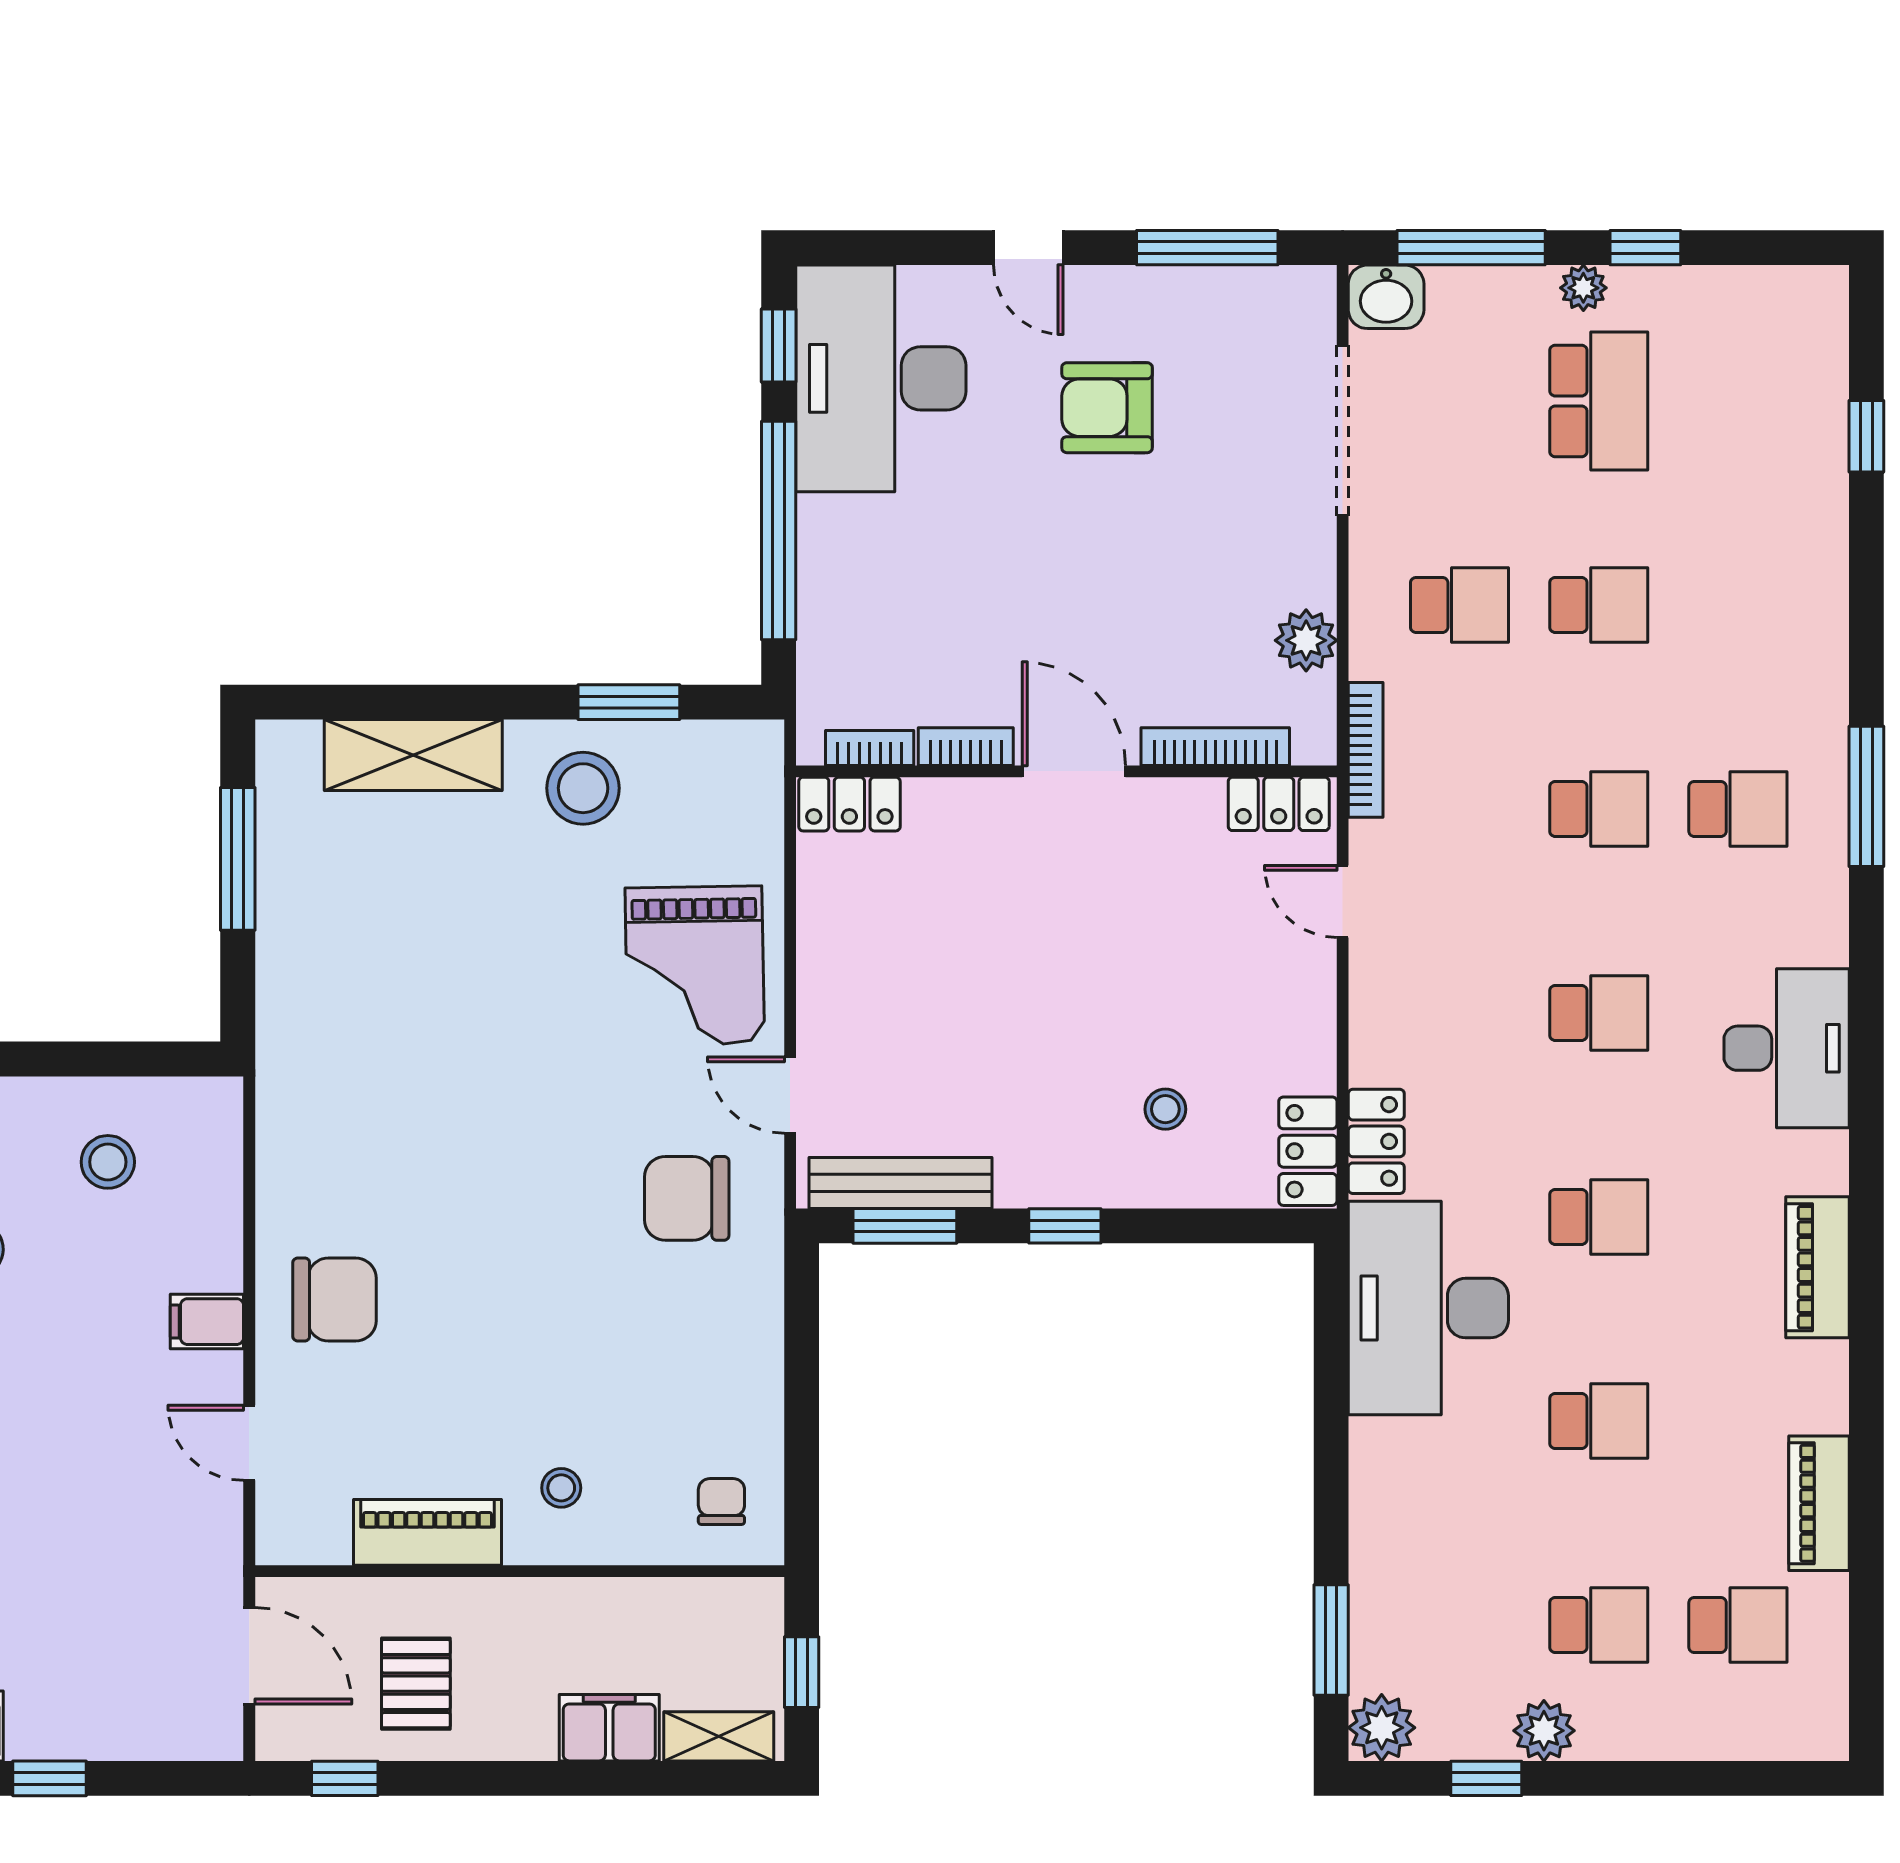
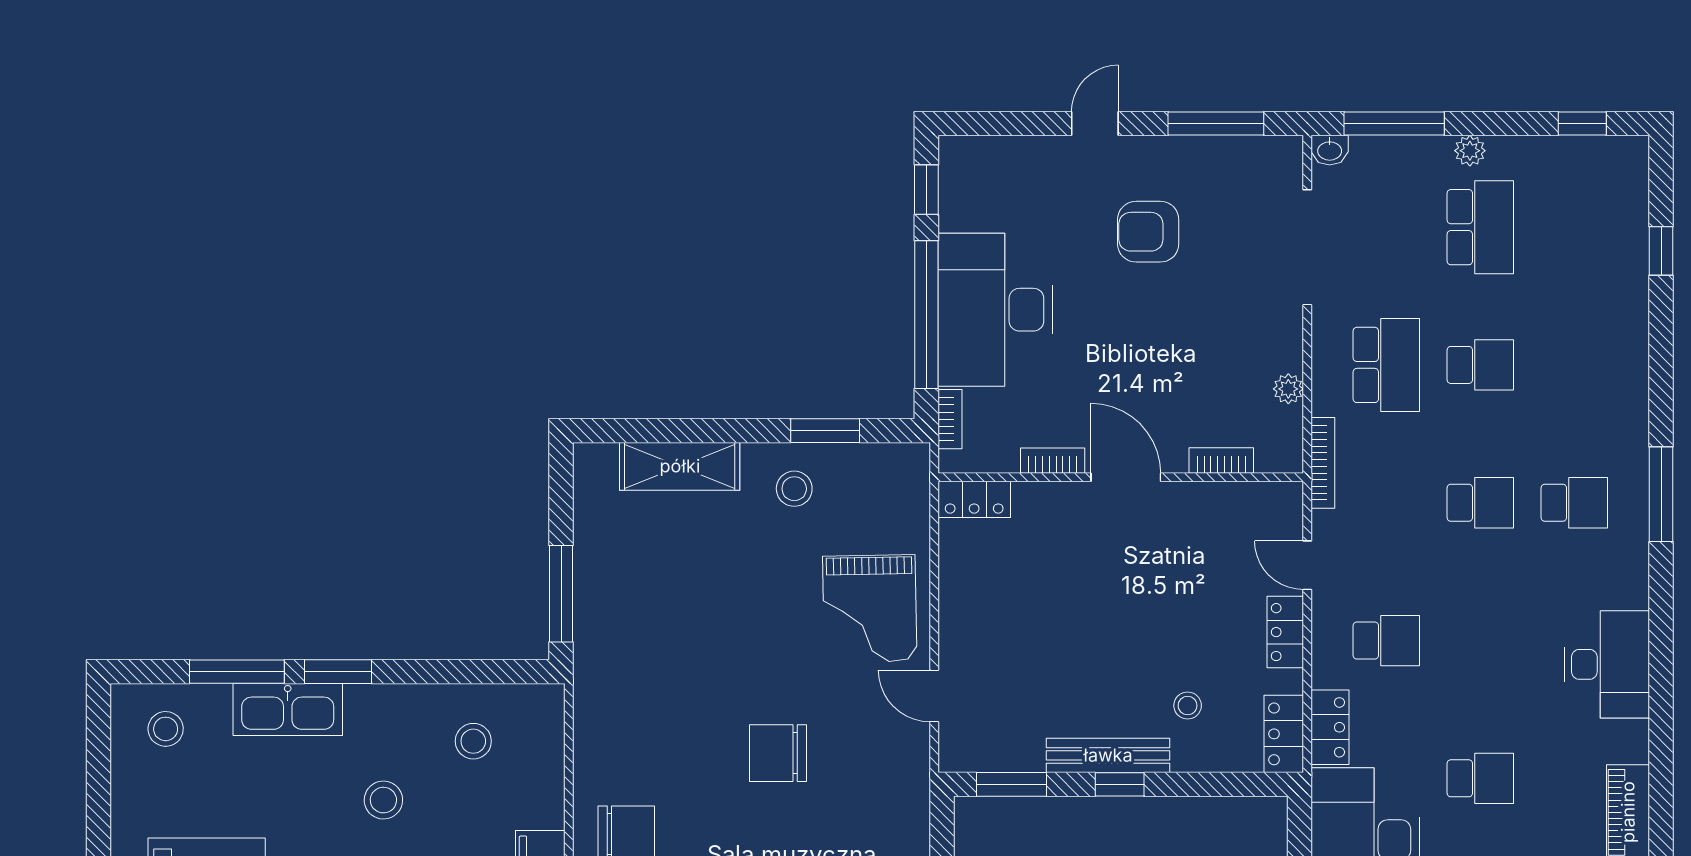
door: (1028, 248) -> (1095, 124), swing flipped
window: (1645, 248) -> (1582, 124), moved
washbasin: (1386, 297) -> (1330, 150), width x0.72, depth x0.69
desk: (881, 378) -> (995, 310), moved
school desk: (1460, 605) -> (1386, 365), width x1.85
plant: (1306, 640) -> (1288, 389), width x0.73, depth x0.73
bookcase: (1215, 747) -> (1221, 461), width x0.64
bookcase: (870, 748) -> (950, 419), moved, turned 90
stool: (583, 788) -> (794, 489), width x0.73, depth x0.73
locker: (1279, 804) -> (1285, 632), moved, turned 90
window: (238, 859) -> (561, 594), moved
school desk: (1599, 1013) -> (1386, 641), moved
bench: (900, 1183) -> (1108, 755), moved
chair: (687, 1198) -> (778, 753), moved

